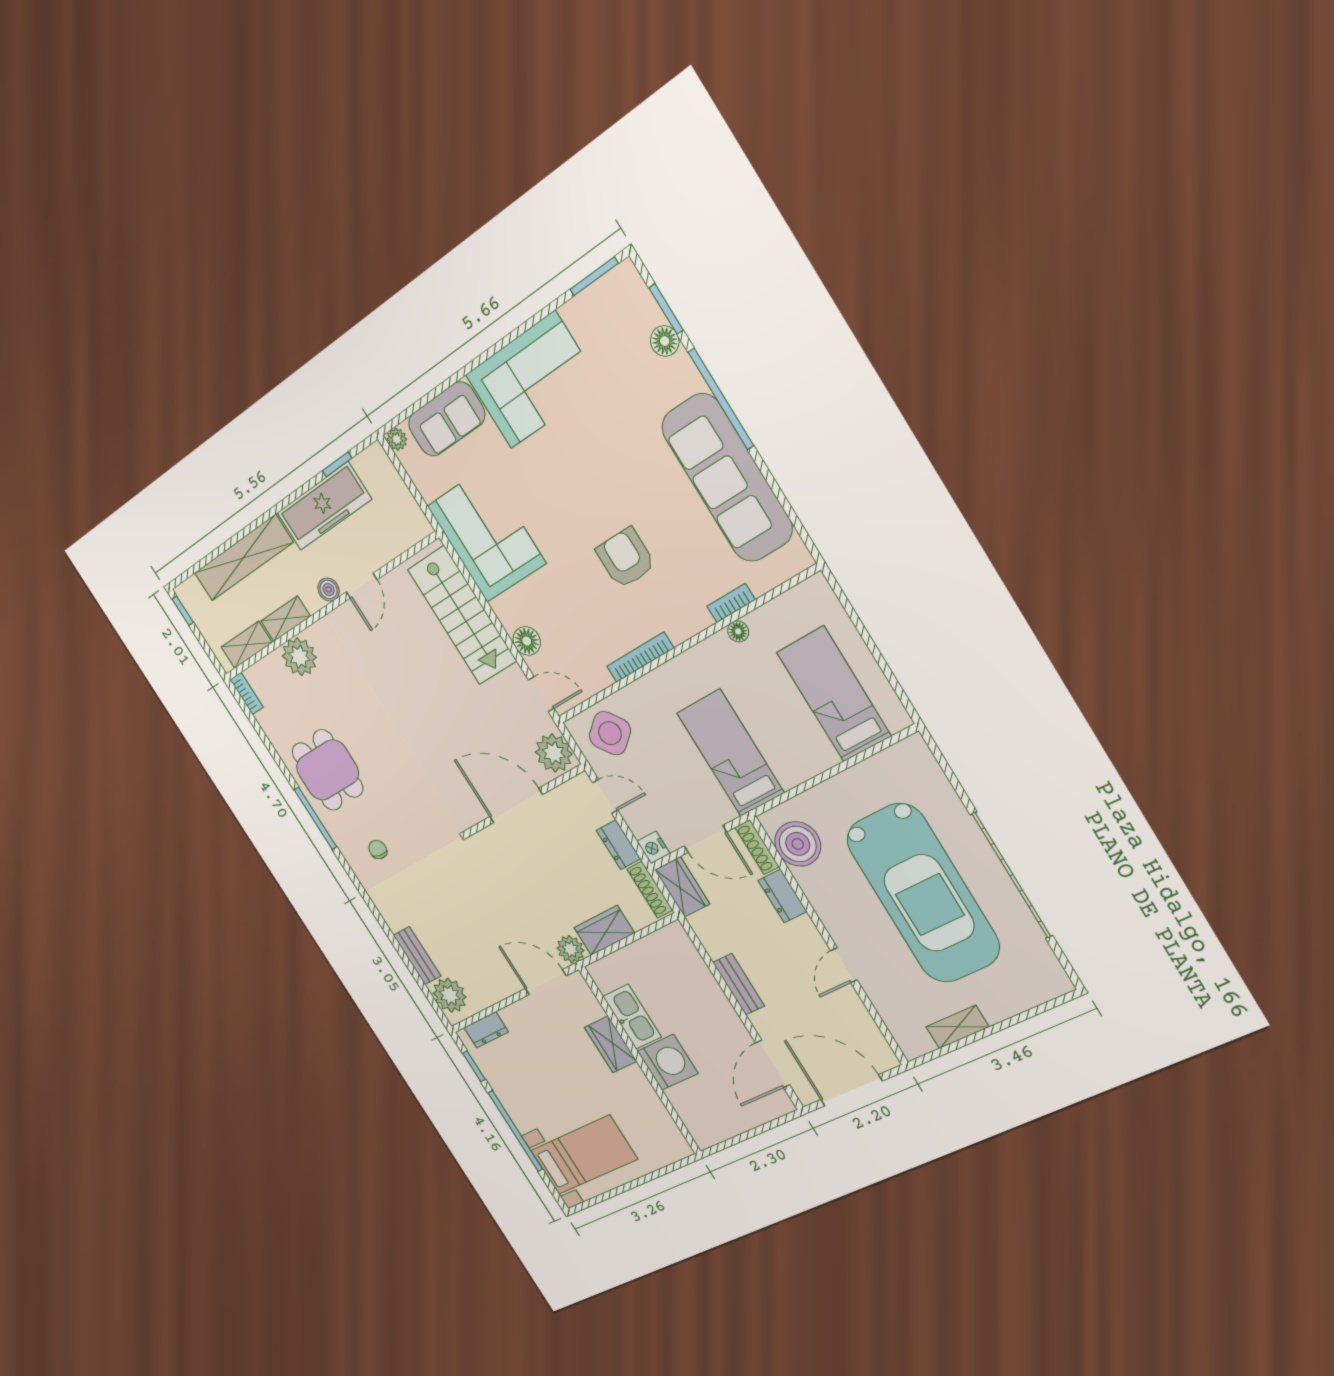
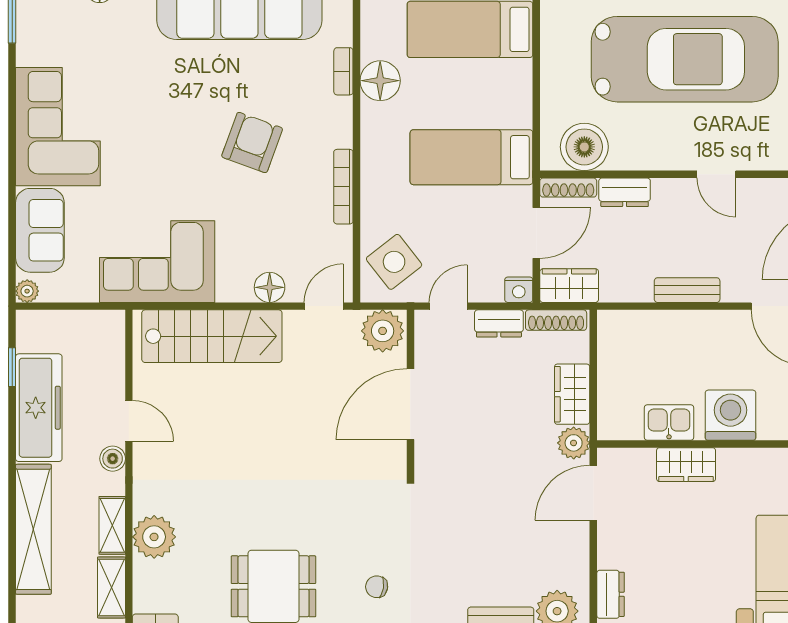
armchair: (626, 558) -> (252, 143), turned 110
floor lamp: (738, 631) -> (380, 81), width x1.89, depth x1.89
kitchen sink: (632, 1017) -> (669, 423), width x0.73

